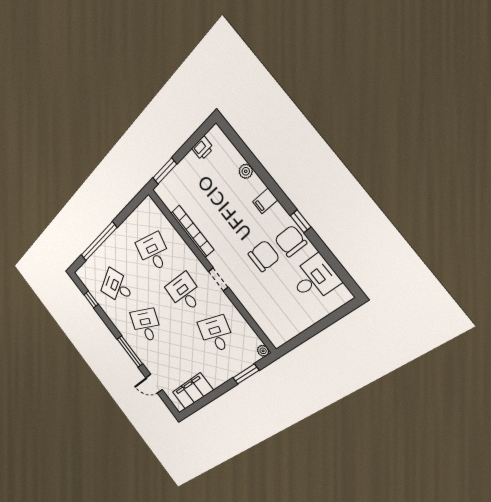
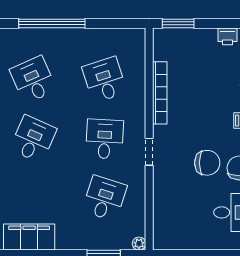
desk: (154, 252) -> (105, 80), turned -33

